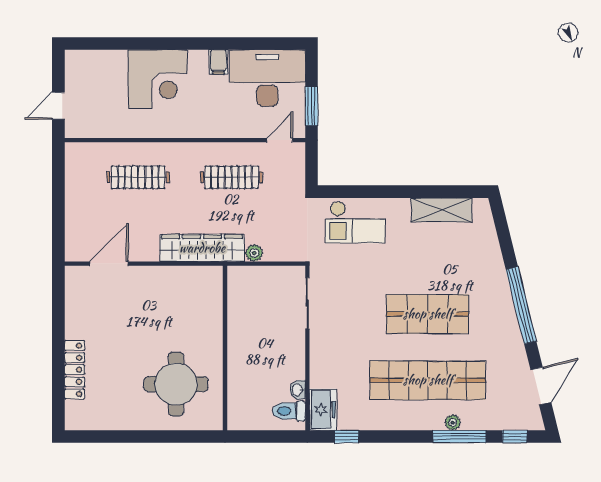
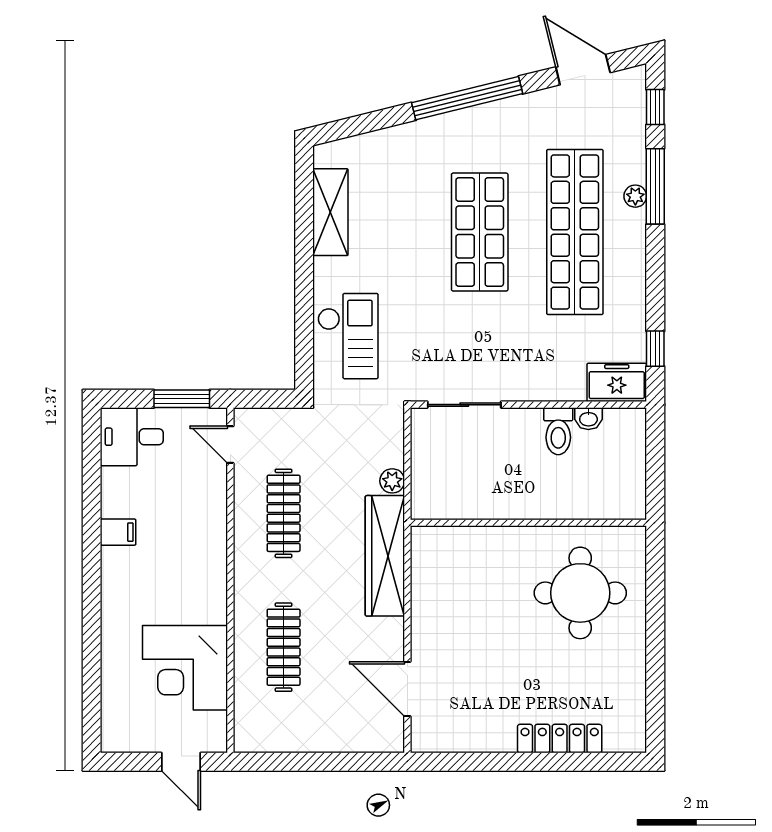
desk: (267, 78) -> (132, 437), width x0.53, depth x0.77
corner desk: (158, 79) -> (185, 668), moved, turned 180
toilet: (289, 411) -> (558, 431), moved

